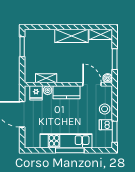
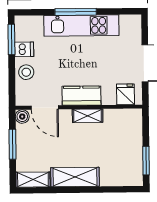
shelving: (46, 78) -> (88, 116), moved
plant: (48, 90) -> (109, 98), removed

